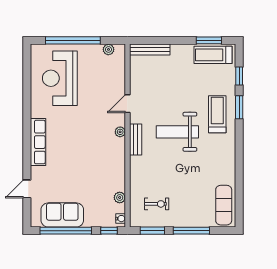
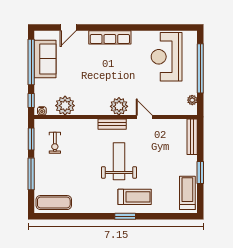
window: (209, 40) -> (200, 172), moved
window: (239, 76) -> (169, 216), removed
reception desk: (60, 78) -> (167, 57), turned -90
window: (239, 107) -> (125, 216), moved
plant: (120, 132) -> (119, 106), width x1.88, depth x1.88
door: (27, 189) -> (68, 27), swing flipped
plant: (120, 198) -> (65, 106), width x1.87, depth x1.87

